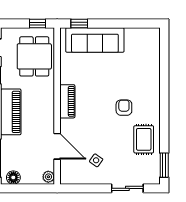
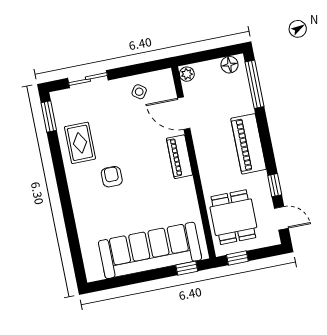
sofa: (95, 40) -> (150, 250), width x1.36, depth x1.27
piano: (67, 101) -> (180, 157), moved
armchair: (124, 108) -> (112, 177), turned 180
side table: (96, 160) -> (139, 92), moved

